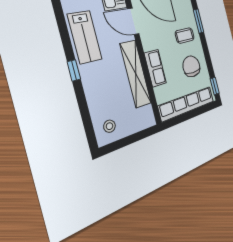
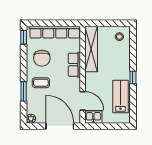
shelving: (136, 74) -> (91, 49), moved

